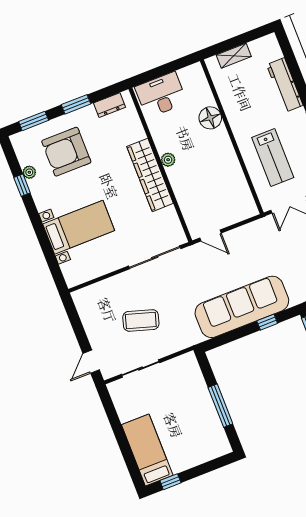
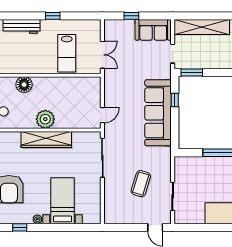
lab bench: (273, 158) -> (67, 53), turned 90
plant: (168, 160) -> (45, 119), width x1.87, depth x1.87
plant: (29, 172) -> (37, 219), moved

